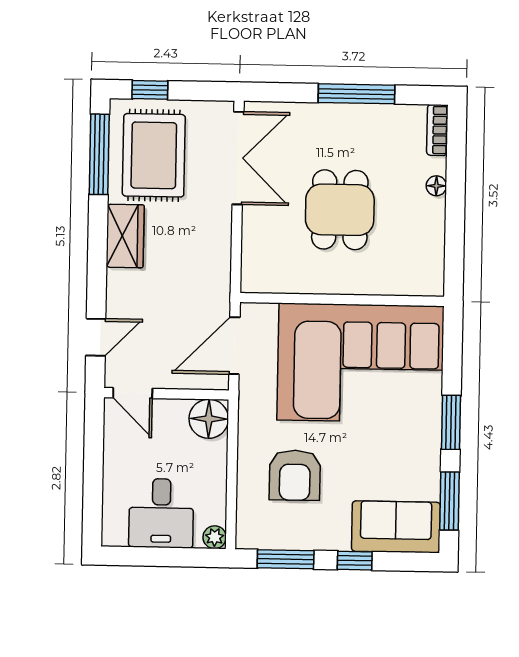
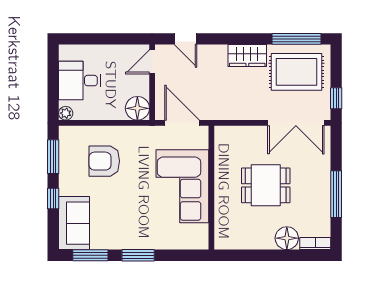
window: (150, 90) -> (336, 98), moved
floor lamp: (436, 186) -> (287, 238), width x1.89, depth x1.89
corner sofa: (360, 363) -> (182, 186), width x0.73, depth x0.74

